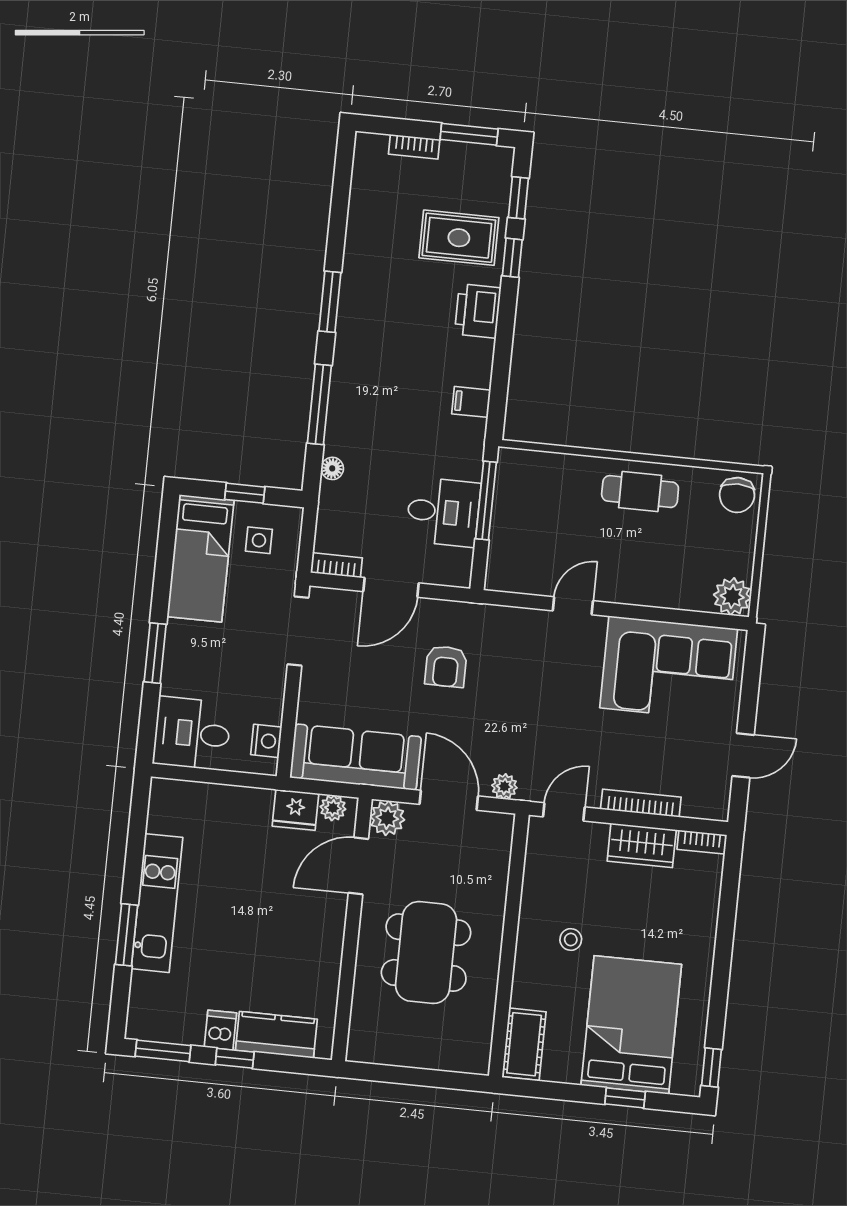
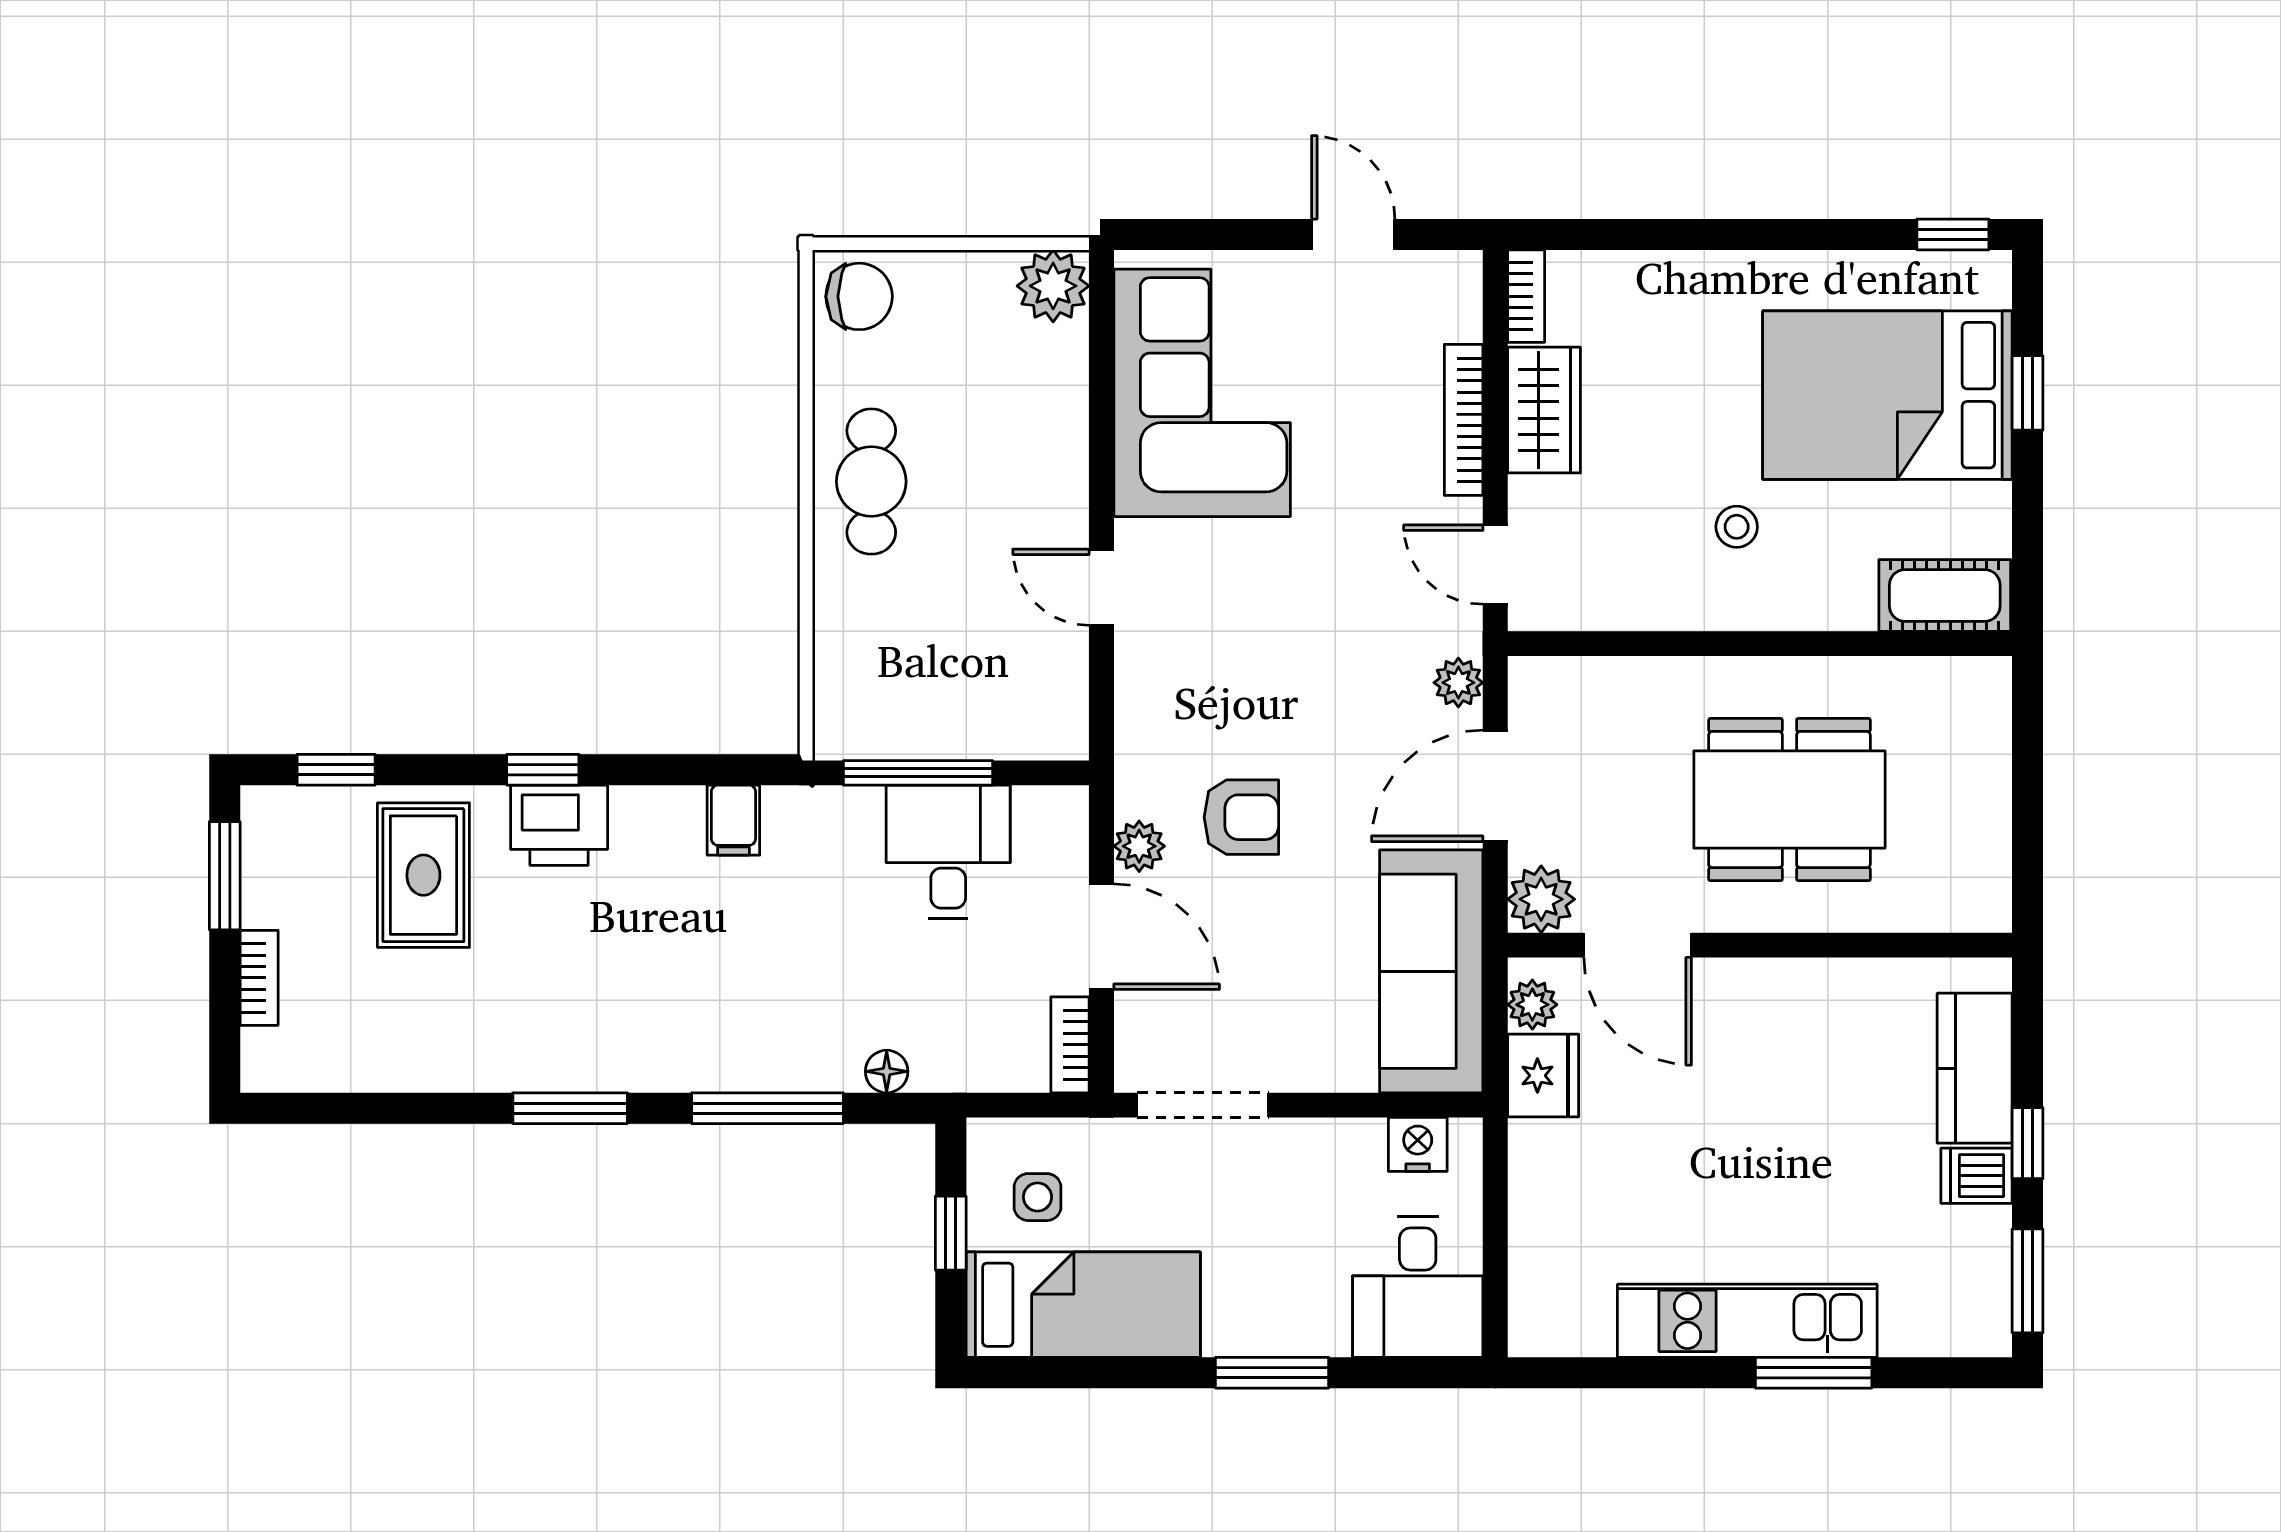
window: (512, 258) -> (543, 770), moved
plant: (436, 612) -> (1139, 846), added

